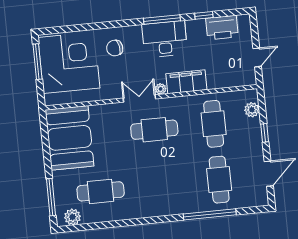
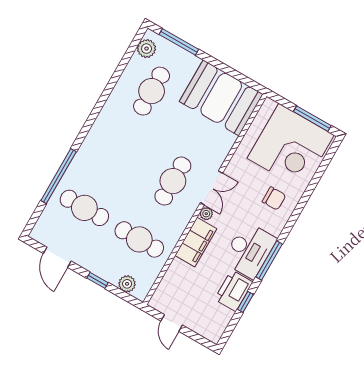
printer: (222, 28) -> (234, 291), moved
chair: (115, 48) -> (274, 198), turned 100

